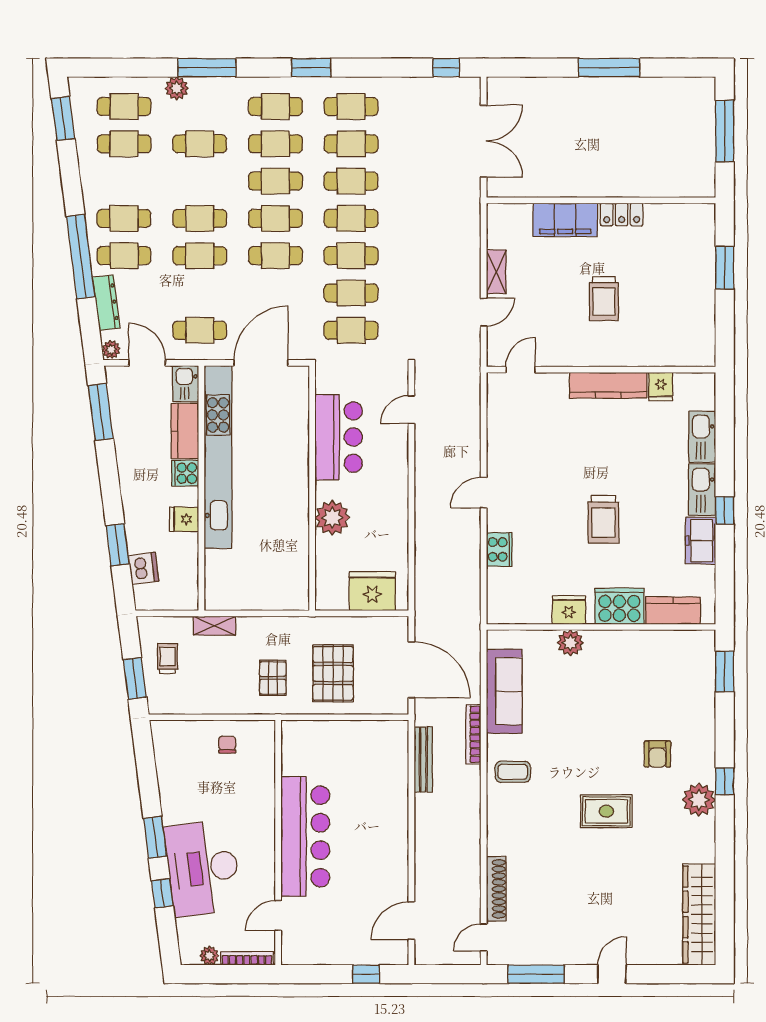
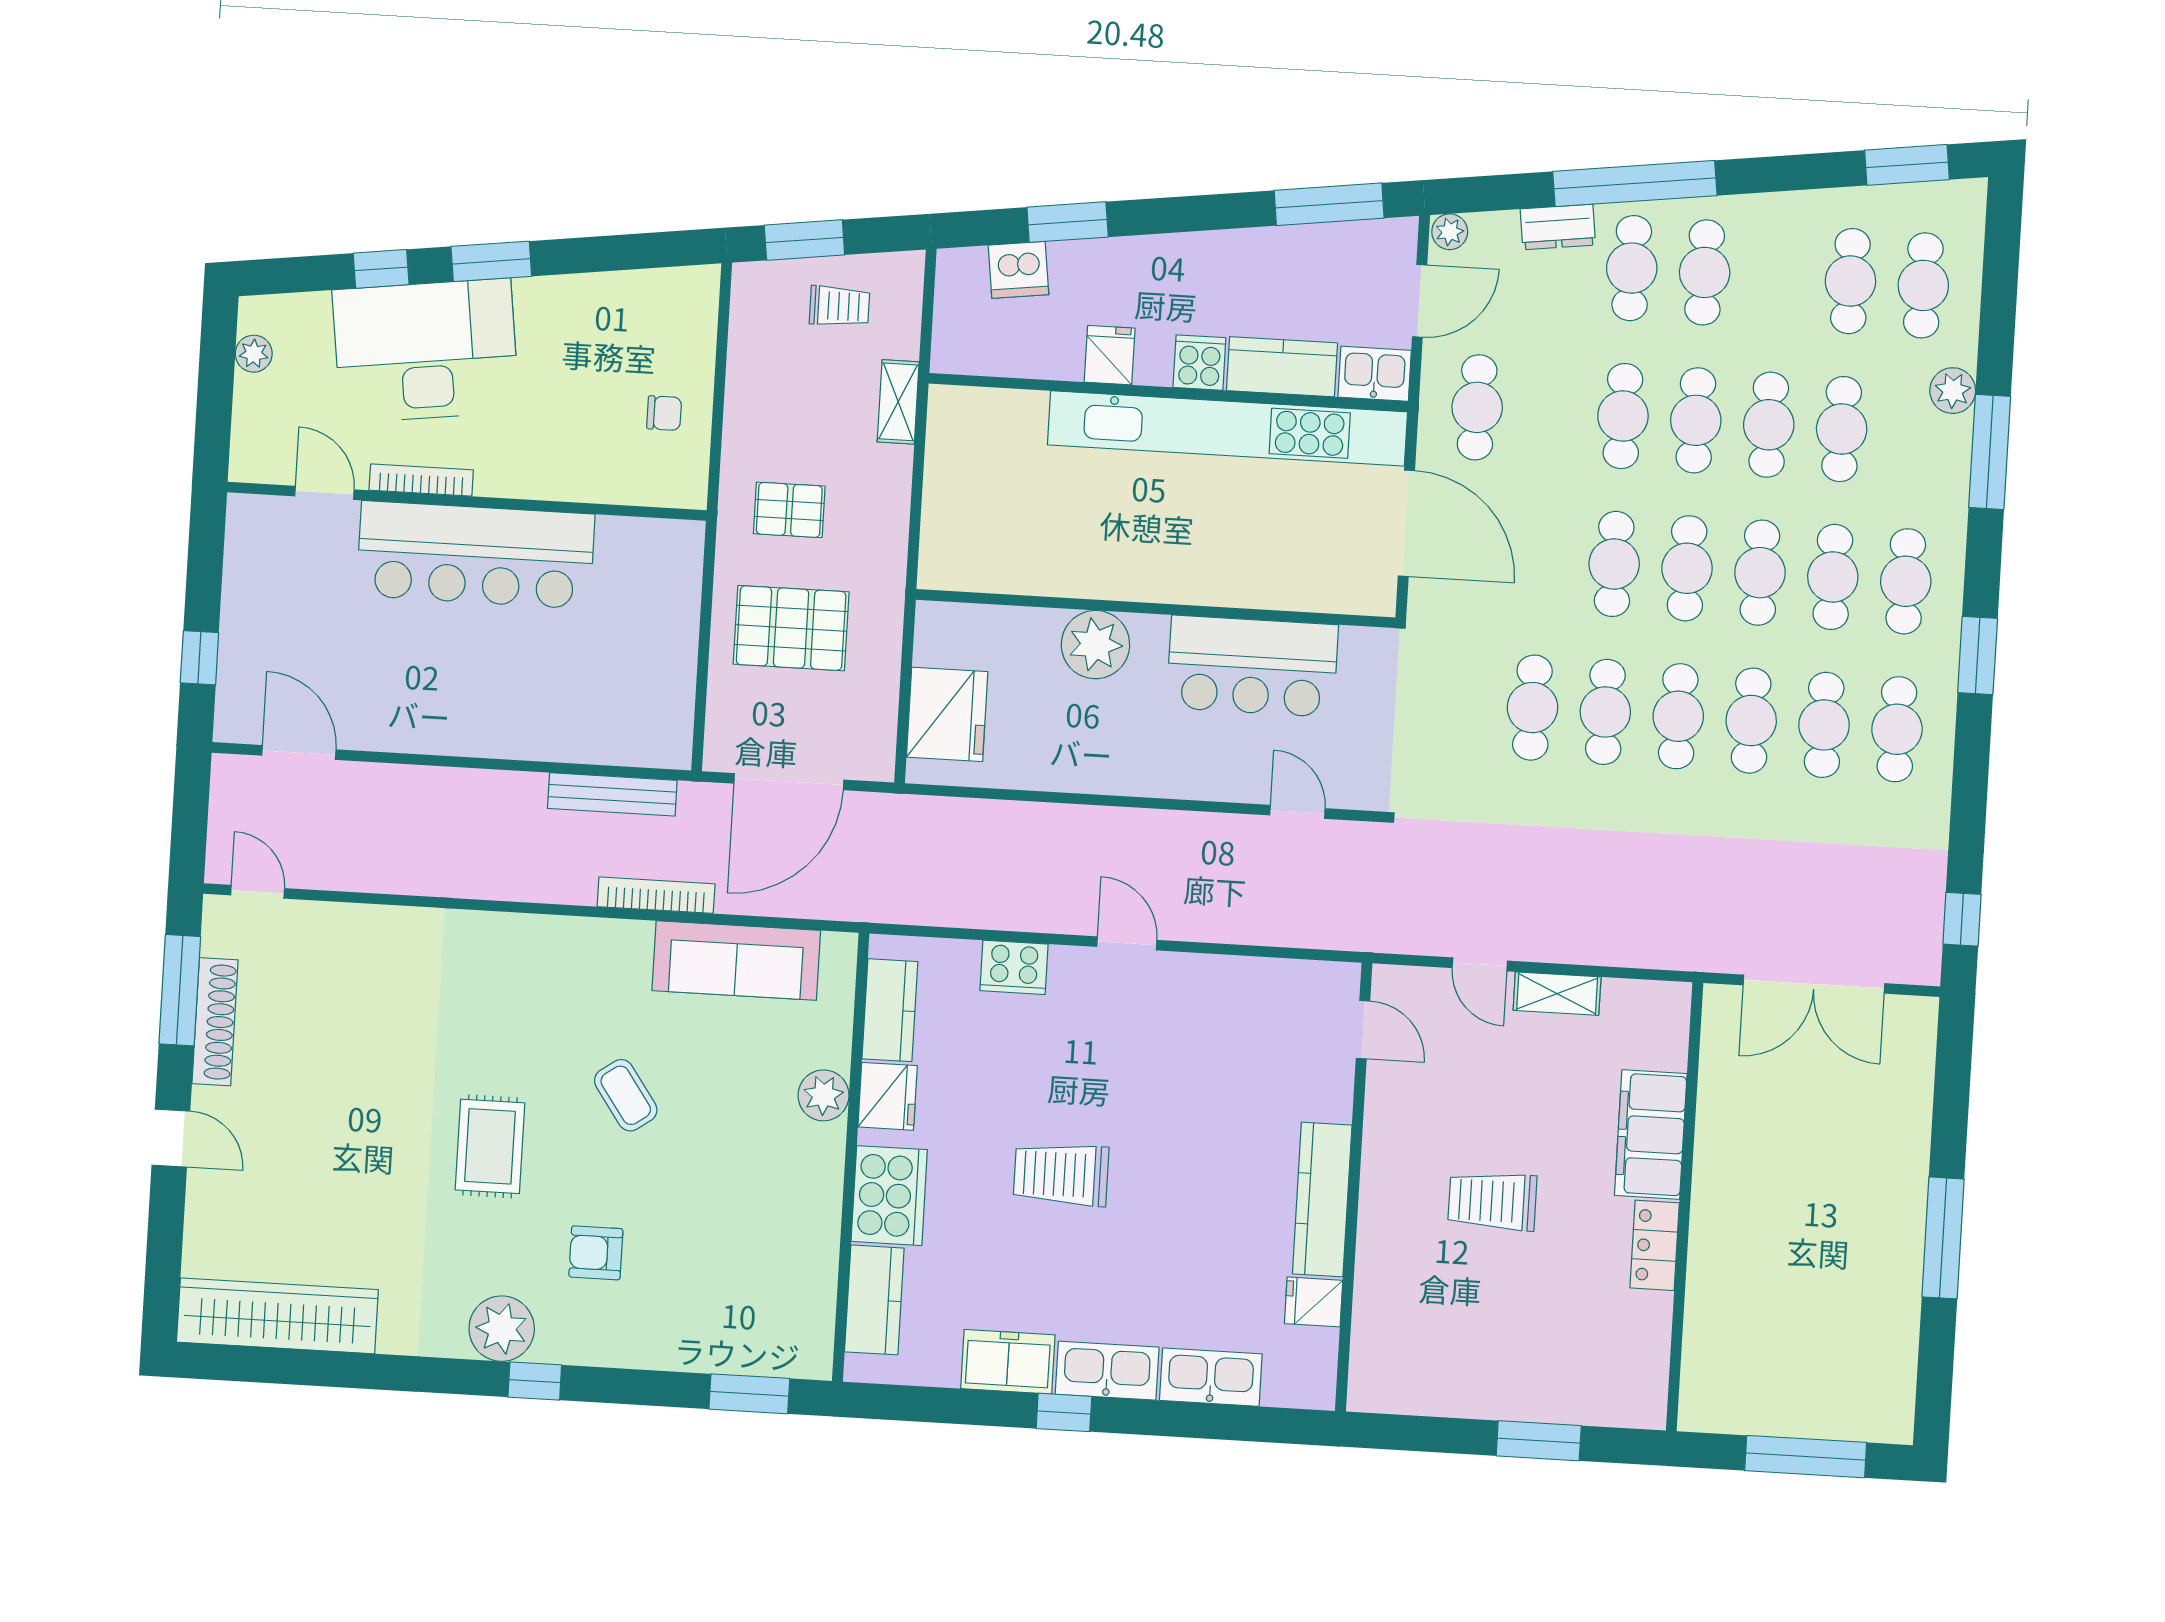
dresser: (106, 303) -> (1558, 227), width x0.70
cafe table: (351, 330) -> (1769, 425), moved
kitchen counter: (525, 611) -> (890, 1010), added
coffee table: (513, 772) -> (626, 1095), moved, turned -35
shoe rack: (496, 889) -> (215, 1022), moved, turned -90
bookcase: (247, 958) -> (421, 480), moved, turned -90

